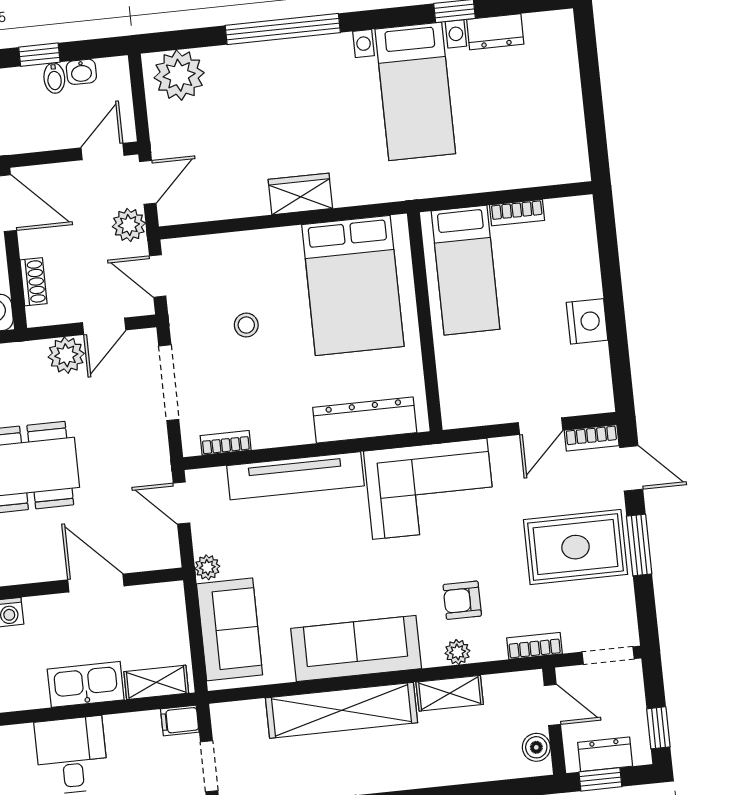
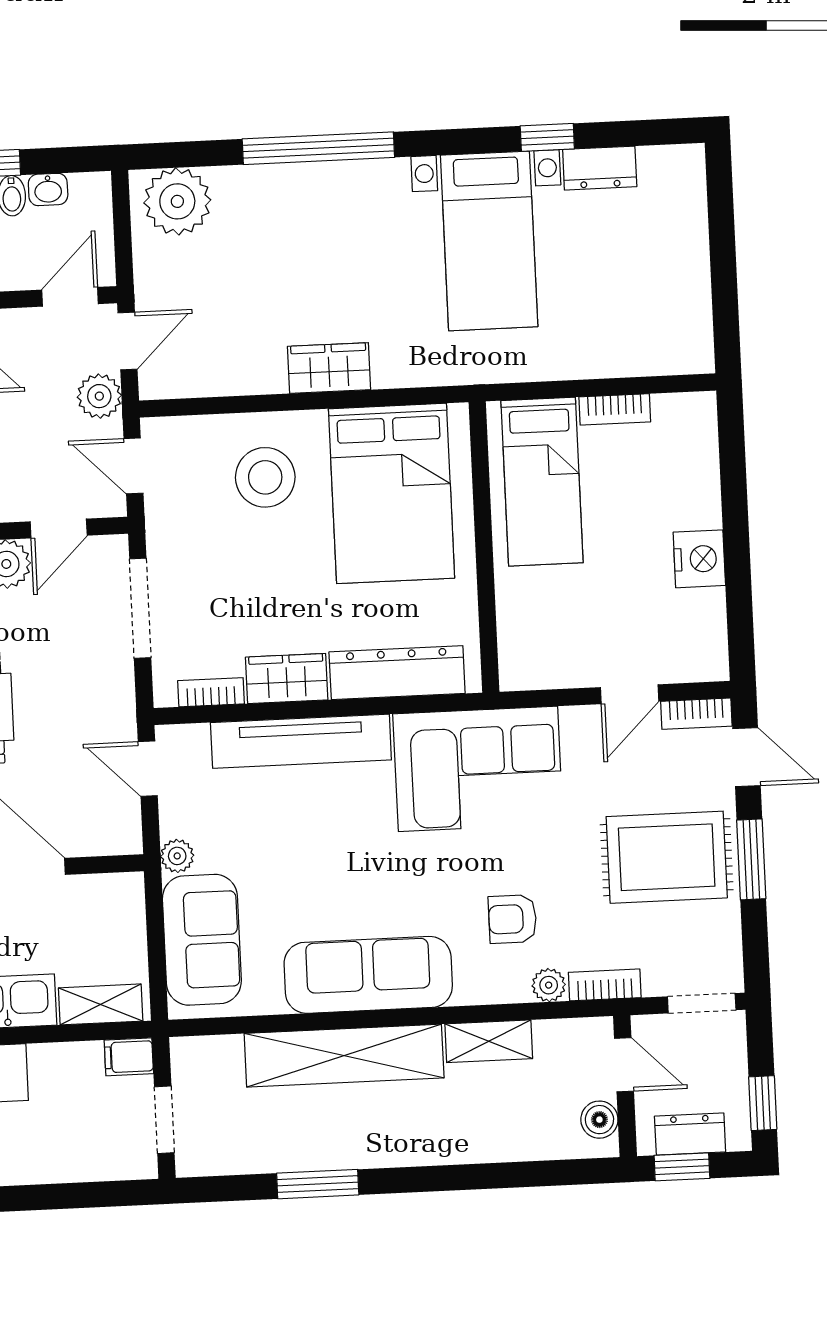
stool: (246, 325) -> (265, 477), moved, width x1.89, depth x1.89
wardrobe: (282, 429) -> (287, 679), added
plant: (457, 652) -> (549, 985), moved

